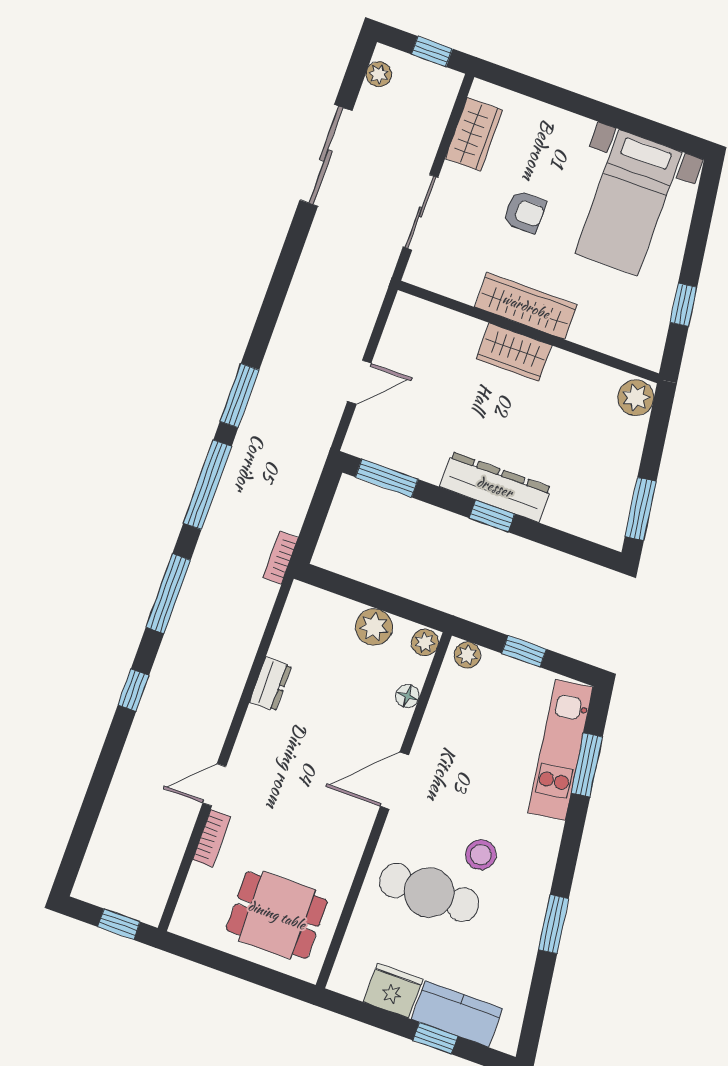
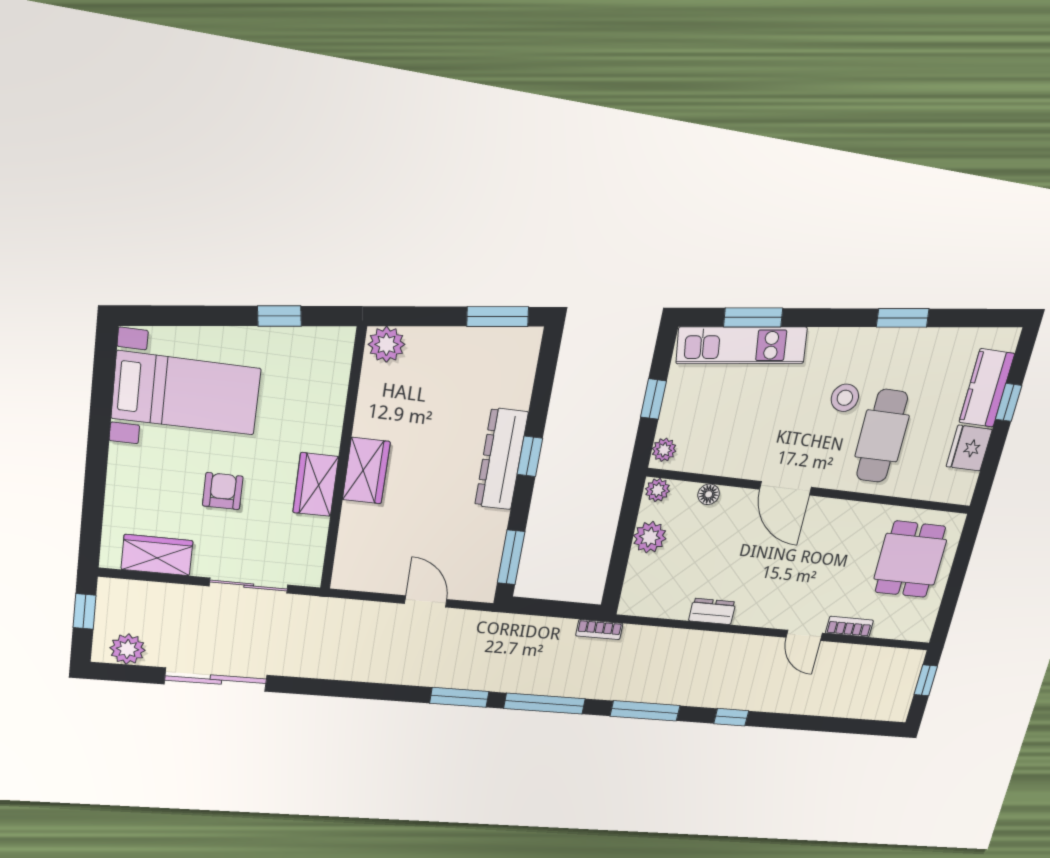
plant: (379, 74) -> (128, 649), width x1.38, depth x1.38
wardrobe: (526, 306) -> (316, 485), width x0.67

